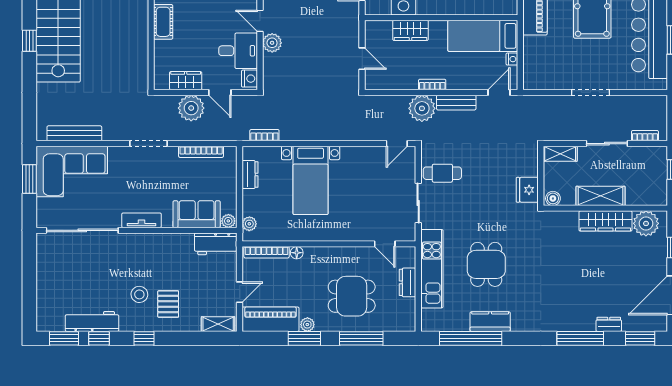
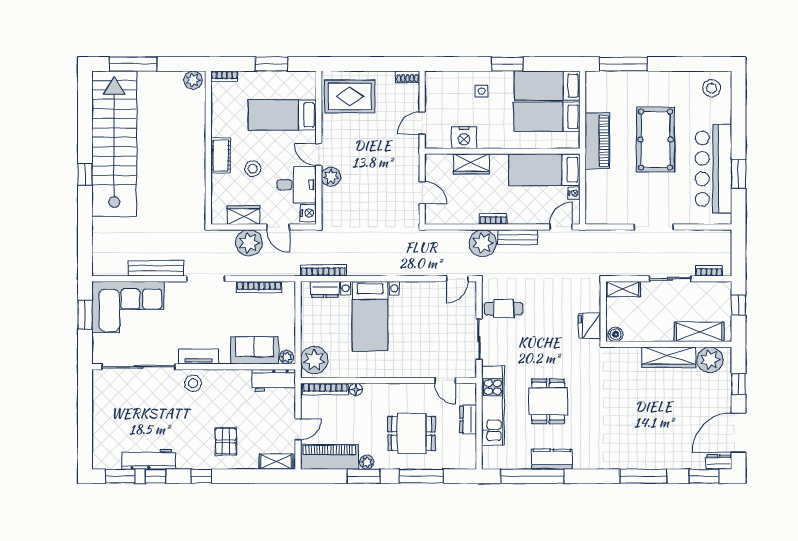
stool: (195, 35) -> (253, 169), added
bench: (74, 133) -> (156, 268), moved
bookcase: (264, 135) -> (323, 270), width x1.56
dresser: (250, 174) -> (325, 289), moved, turned 90
shelving: (601, 196) -> (699, 332), moved
plant: (249, 224) -> (314, 360), width x1.88, depth x1.88
stool: (139, 294) -> (193, 383), moved
dresser: (609, 324) -> (719, 462), moved

